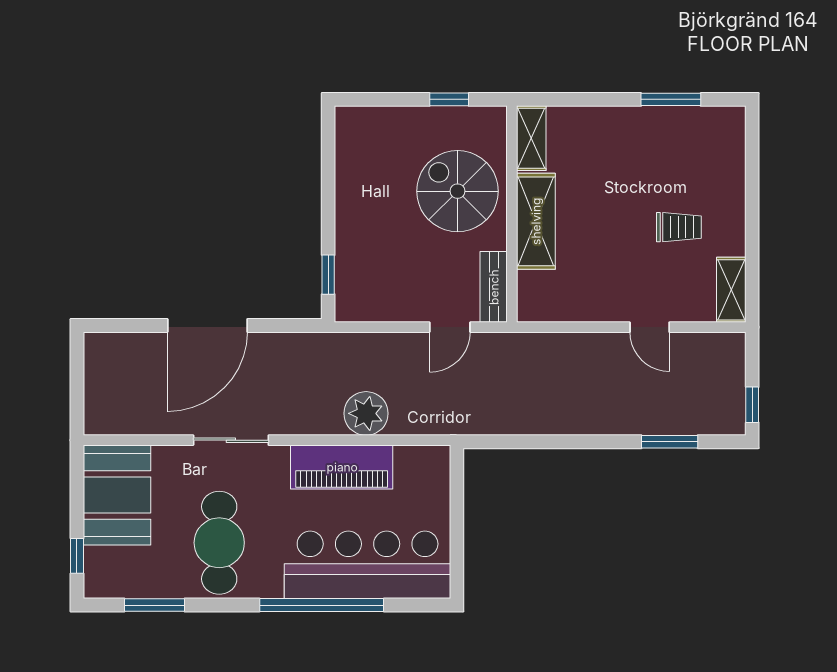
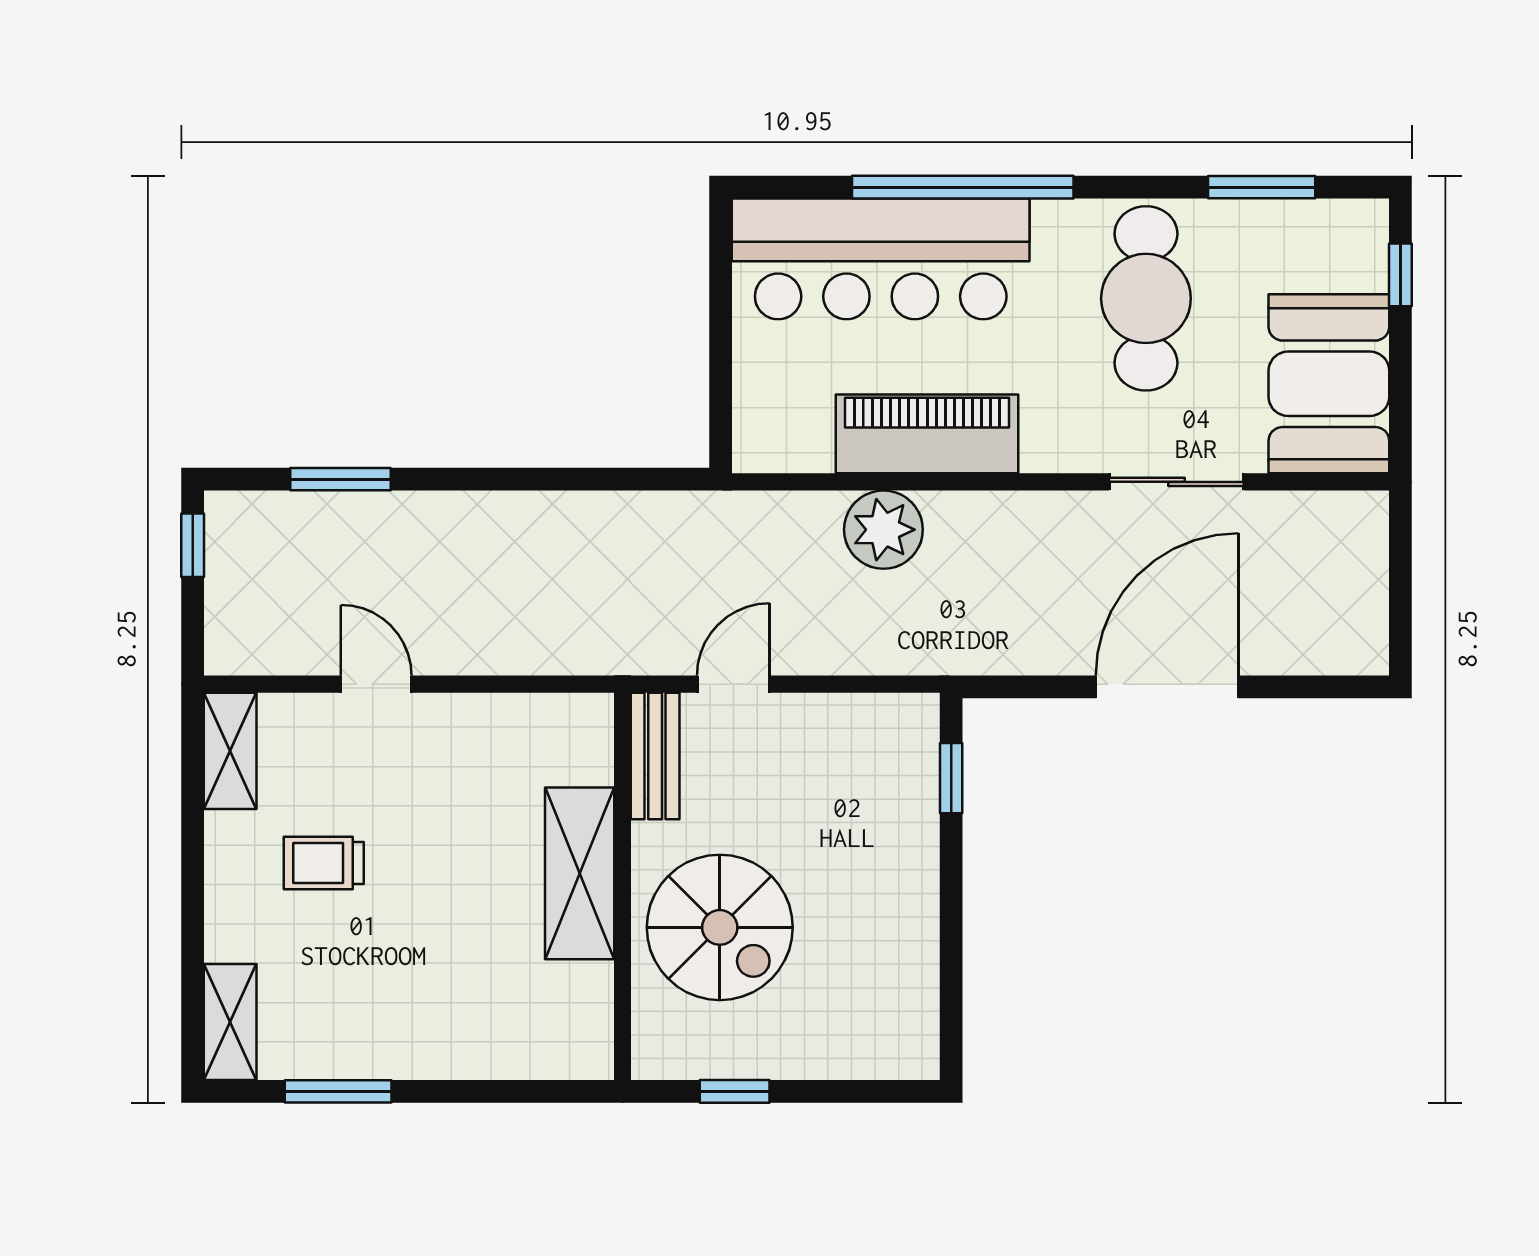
shelving: (531, 138) -> (230, 1022), moved
sliding door: (231, 440) -> (1176, 482), moved

